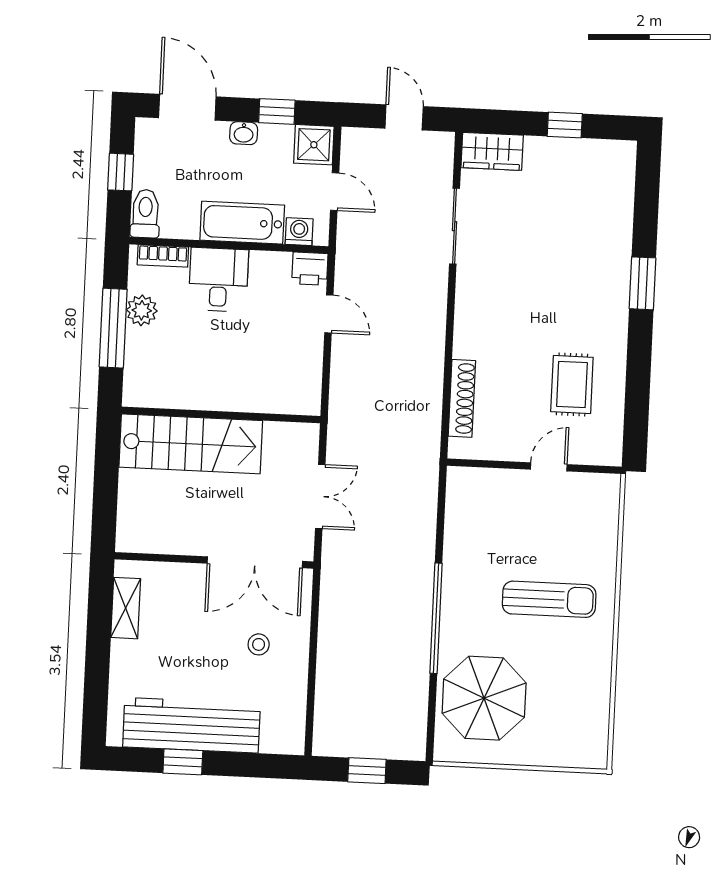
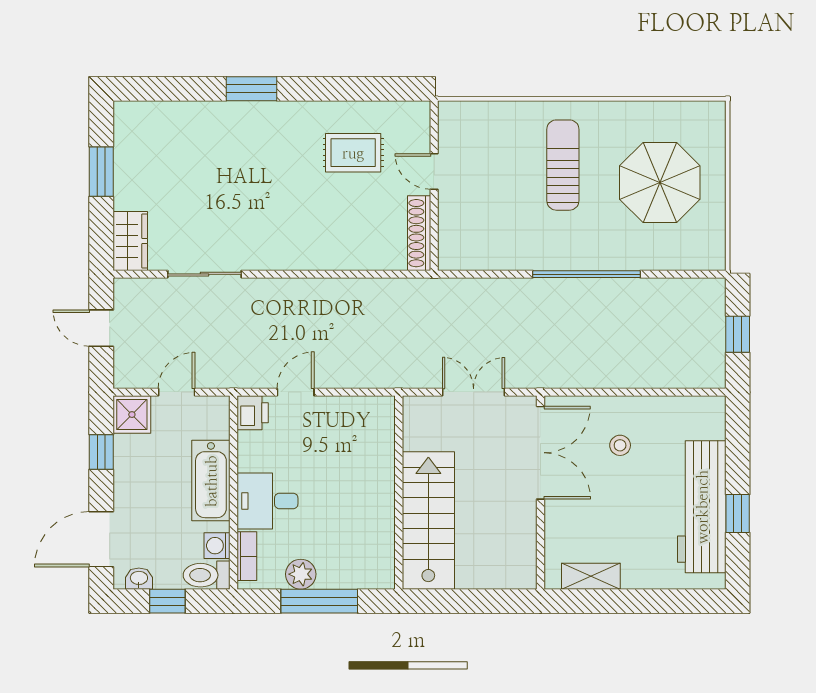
door: (404, 117) -> (101, 328), hinge flipped
window: (565, 125) -> (101, 172), width x1.50
washbasin: (244, 133) -> (139, 579), moved, turned -90
washing machine: (299, 232) -> (217, 546), moved
shoe rack: (462, 398) -> (419, 233), moved, turned -90
parasol: (484, 698) -> (660, 182), moved

